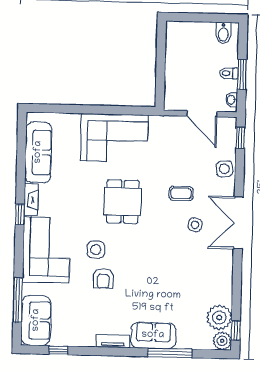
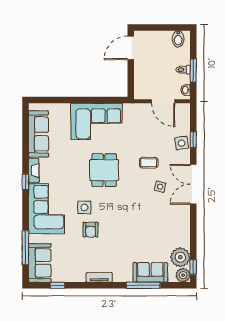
door: (161, 43) -> (131, 48), added
window: (240, 138) -> (193, 140), moved
sofa: (153, 335) -> (150, 272), moved

